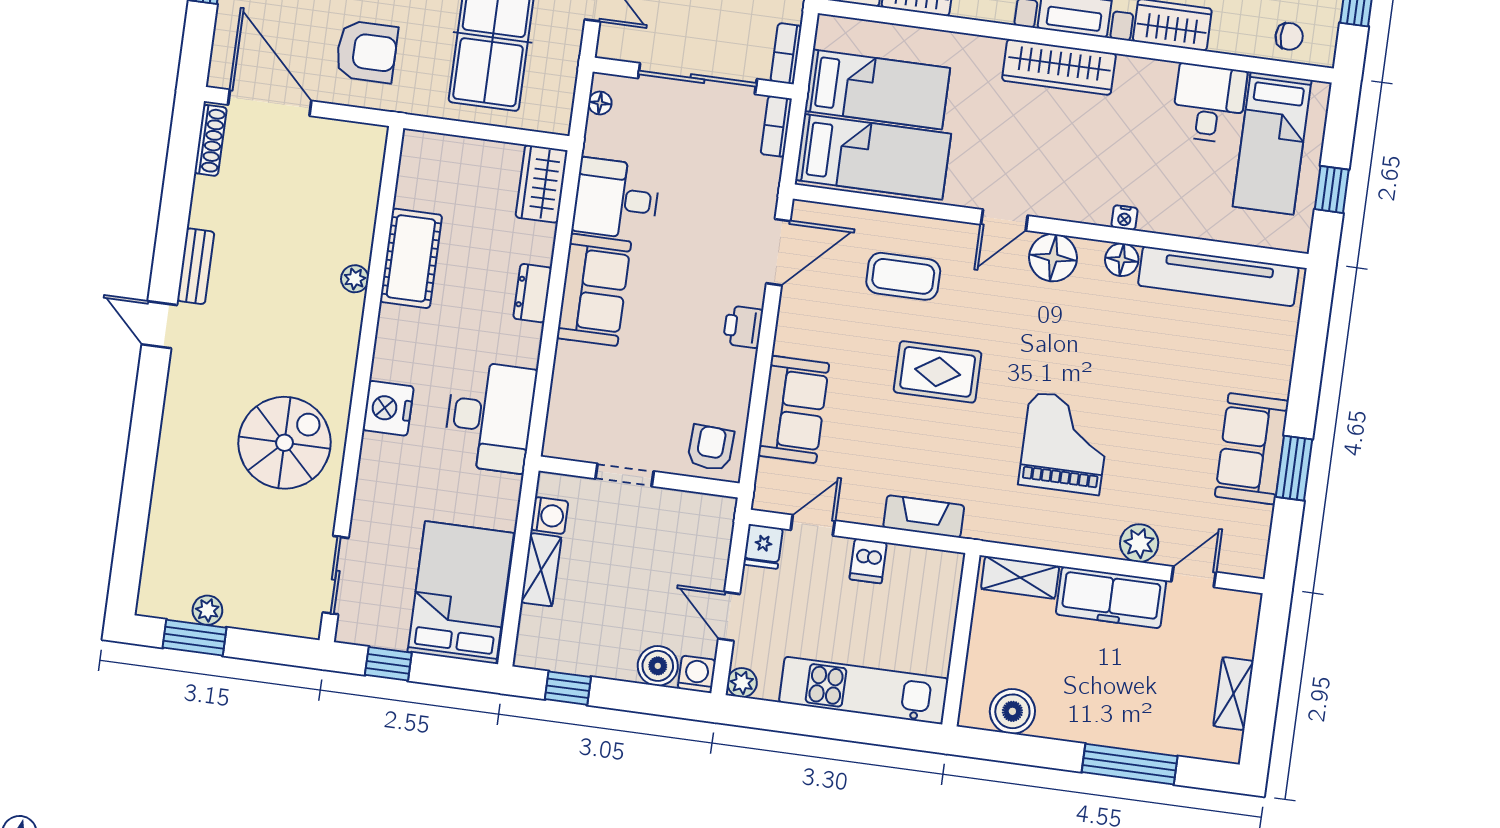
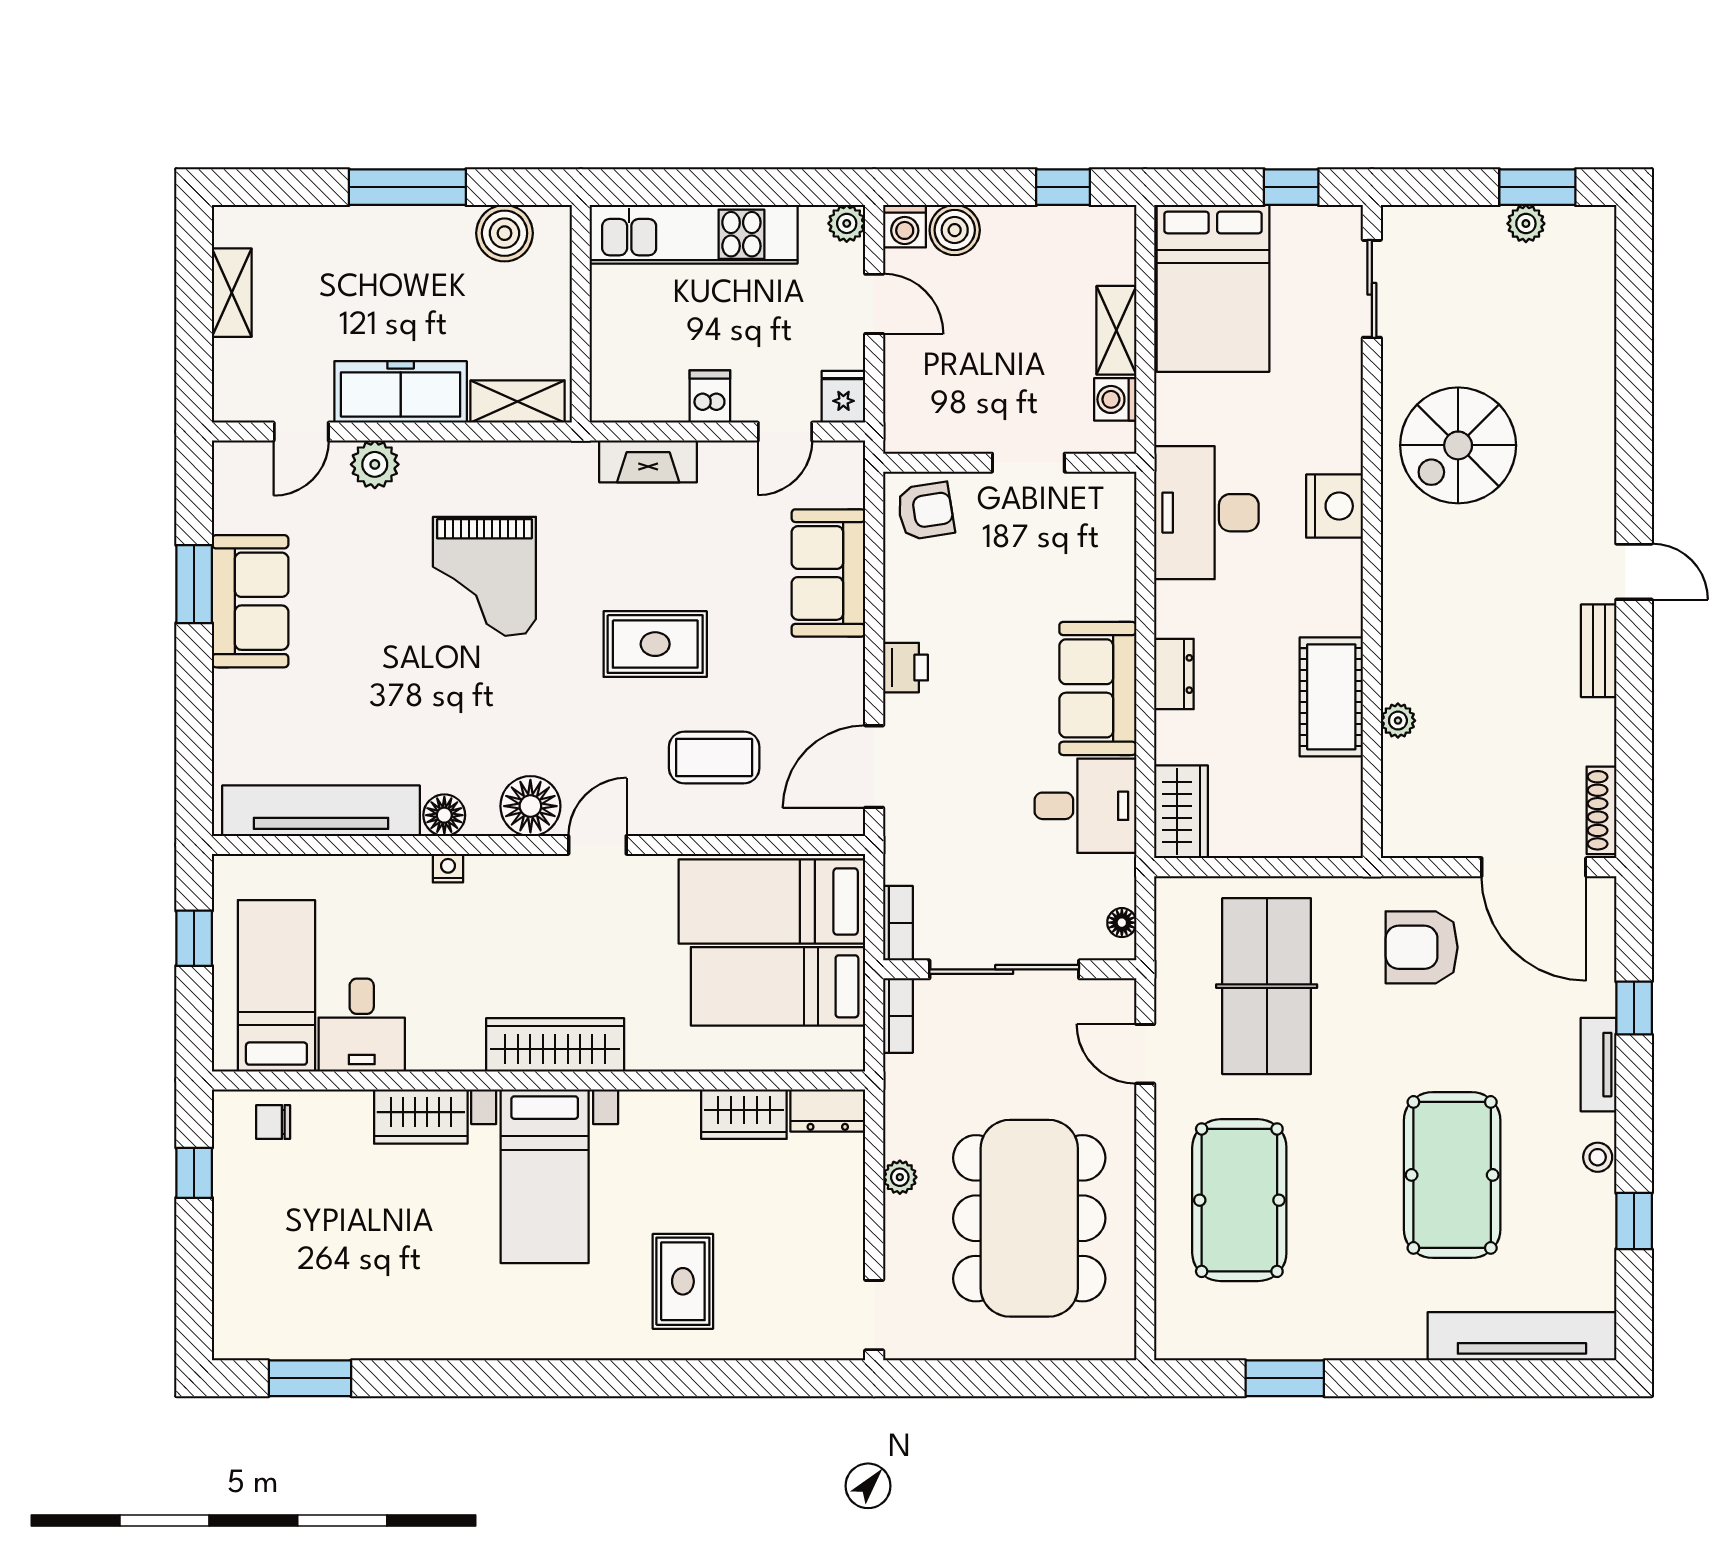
plant: (355, 279) -> (1398, 721), moved
armchair: (711, 448) -> (926, 511), turned -102
window: (1130, 764) -> (407, 187), moved

